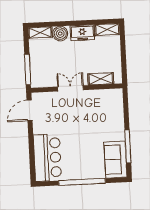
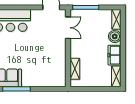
double door: (70, 88) -> (68, 28), moved

